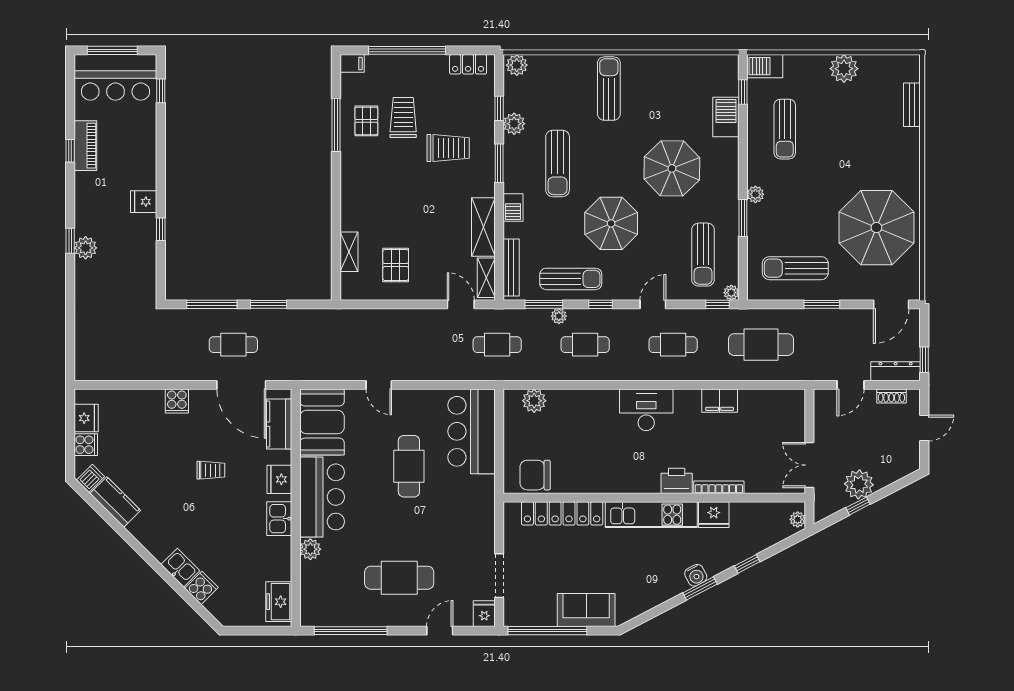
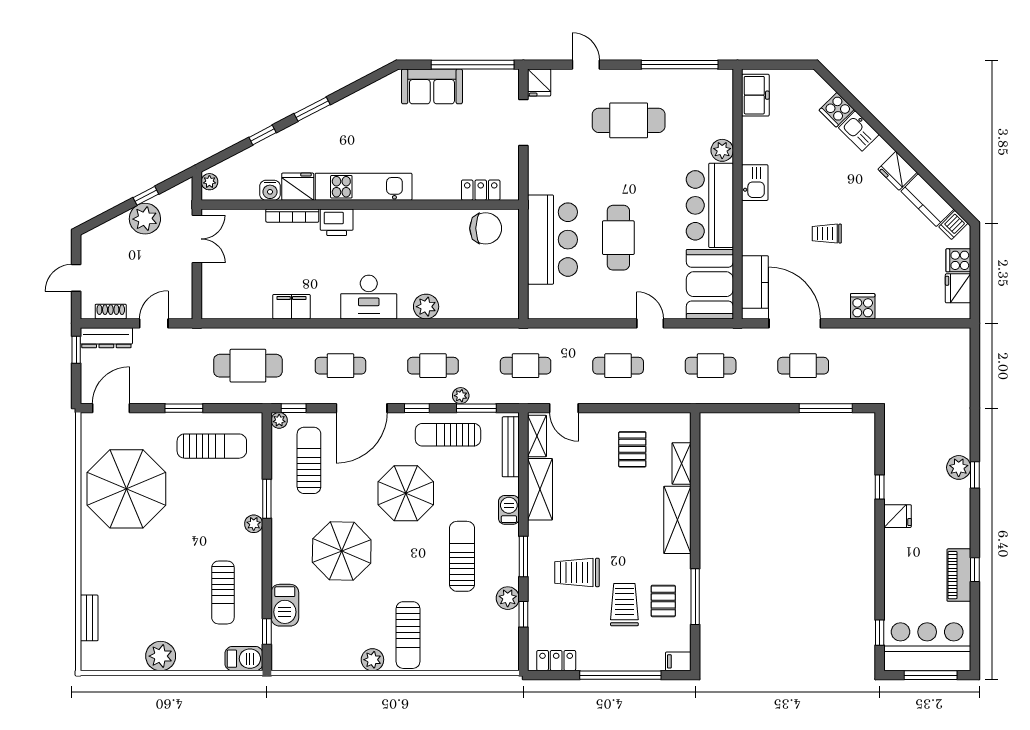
plant: (517, 65) -> (372, 660), moved
trolley: (403, 117) -> (624, 605), turned 180
sun lounger: (785, 129) -> (223, 592), turned 180
shelving: (353, 198) -> (677, 520), added
window: (269, 304) -> (766, 408), removed
door: (653, 304) -> (362, 408), width x1.88
cafe table: (321, 345) -> (711, 366), added
cafe table: (409, 345) -> (618, 366), added
plant: (534, 401) -> (426, 307), moved
bar counter: (472, 431) -> (552, 240), moved
fridge: (279, 479) -> (898, 171), moved, turned 135
locker: (562, 513) -> (481, 190), width x0.46, depth x0.83
water cooler: (696, 575) -> (270, 190), moved, turned -152
door: (440, 631) -> (586, 65), swing flipped

